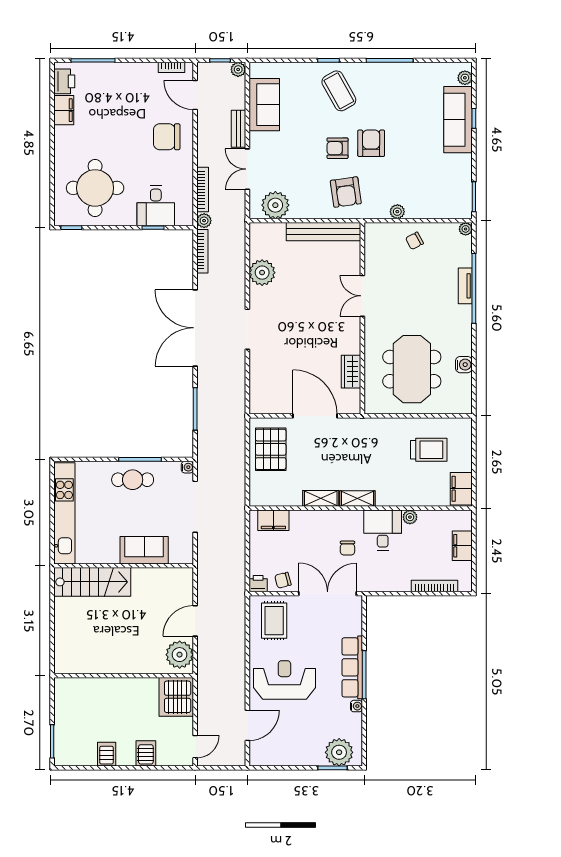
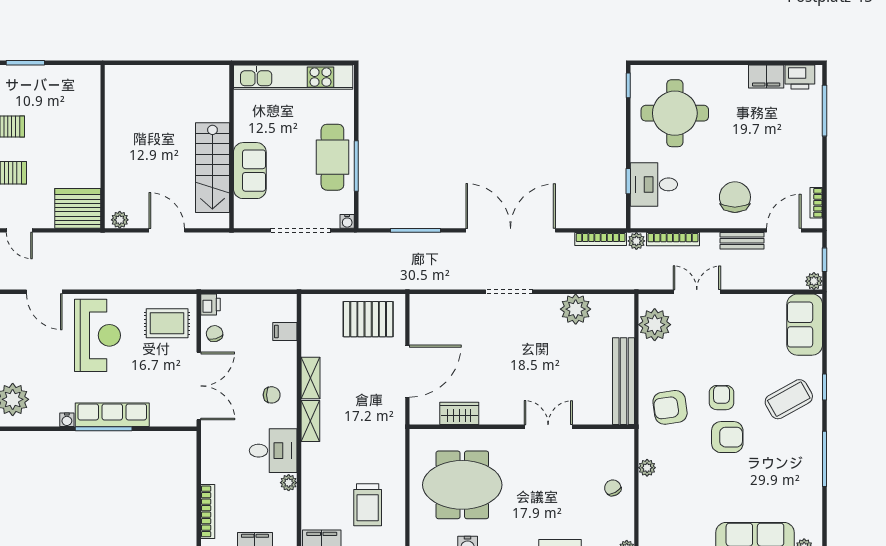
sofa: (264, 105) -> (805, 325), moved, turned 90
bench: (238, 129) -> (742, 241), moved
cafe table: (133, 480) -> (332, 157), width x1.37, depth x1.35
filing cabinet: (273, 520) -> (285, 331), width x0.50
chair: (347, 548) -> (272, 395), moved, turned 180
stairs: (92, 582) -> (212, 168), moved
plant: (180, 655) -> (120, 220), width x0.53, depth x0.53

